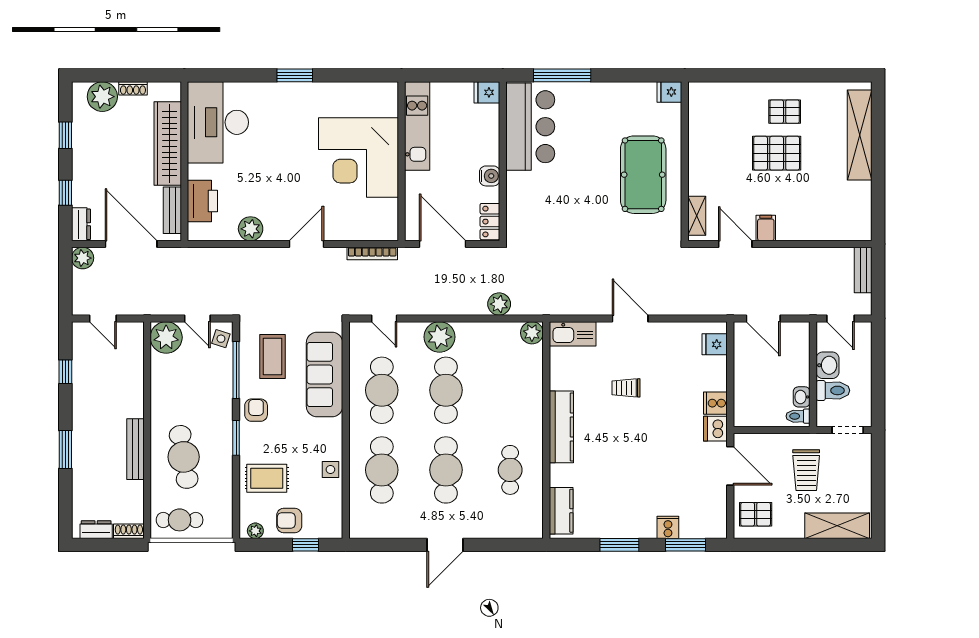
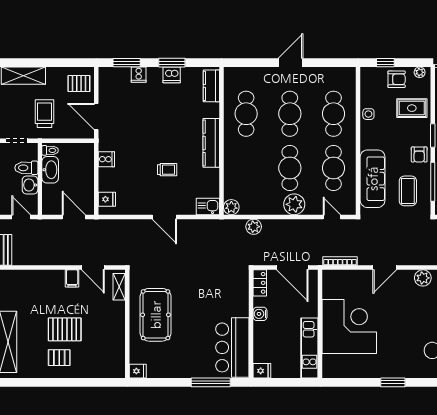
kitchen sink: (573, 334) -> (208, 206), width x0.73
washbasin: (802, 397) -> (50, 170), width x1.91, depth x1.45
dishwasher: (715, 429) -> (172, 75), moved, turned 90
cafe table: (510, 470) -> (246, 114), width x1.37, depth x1.35

